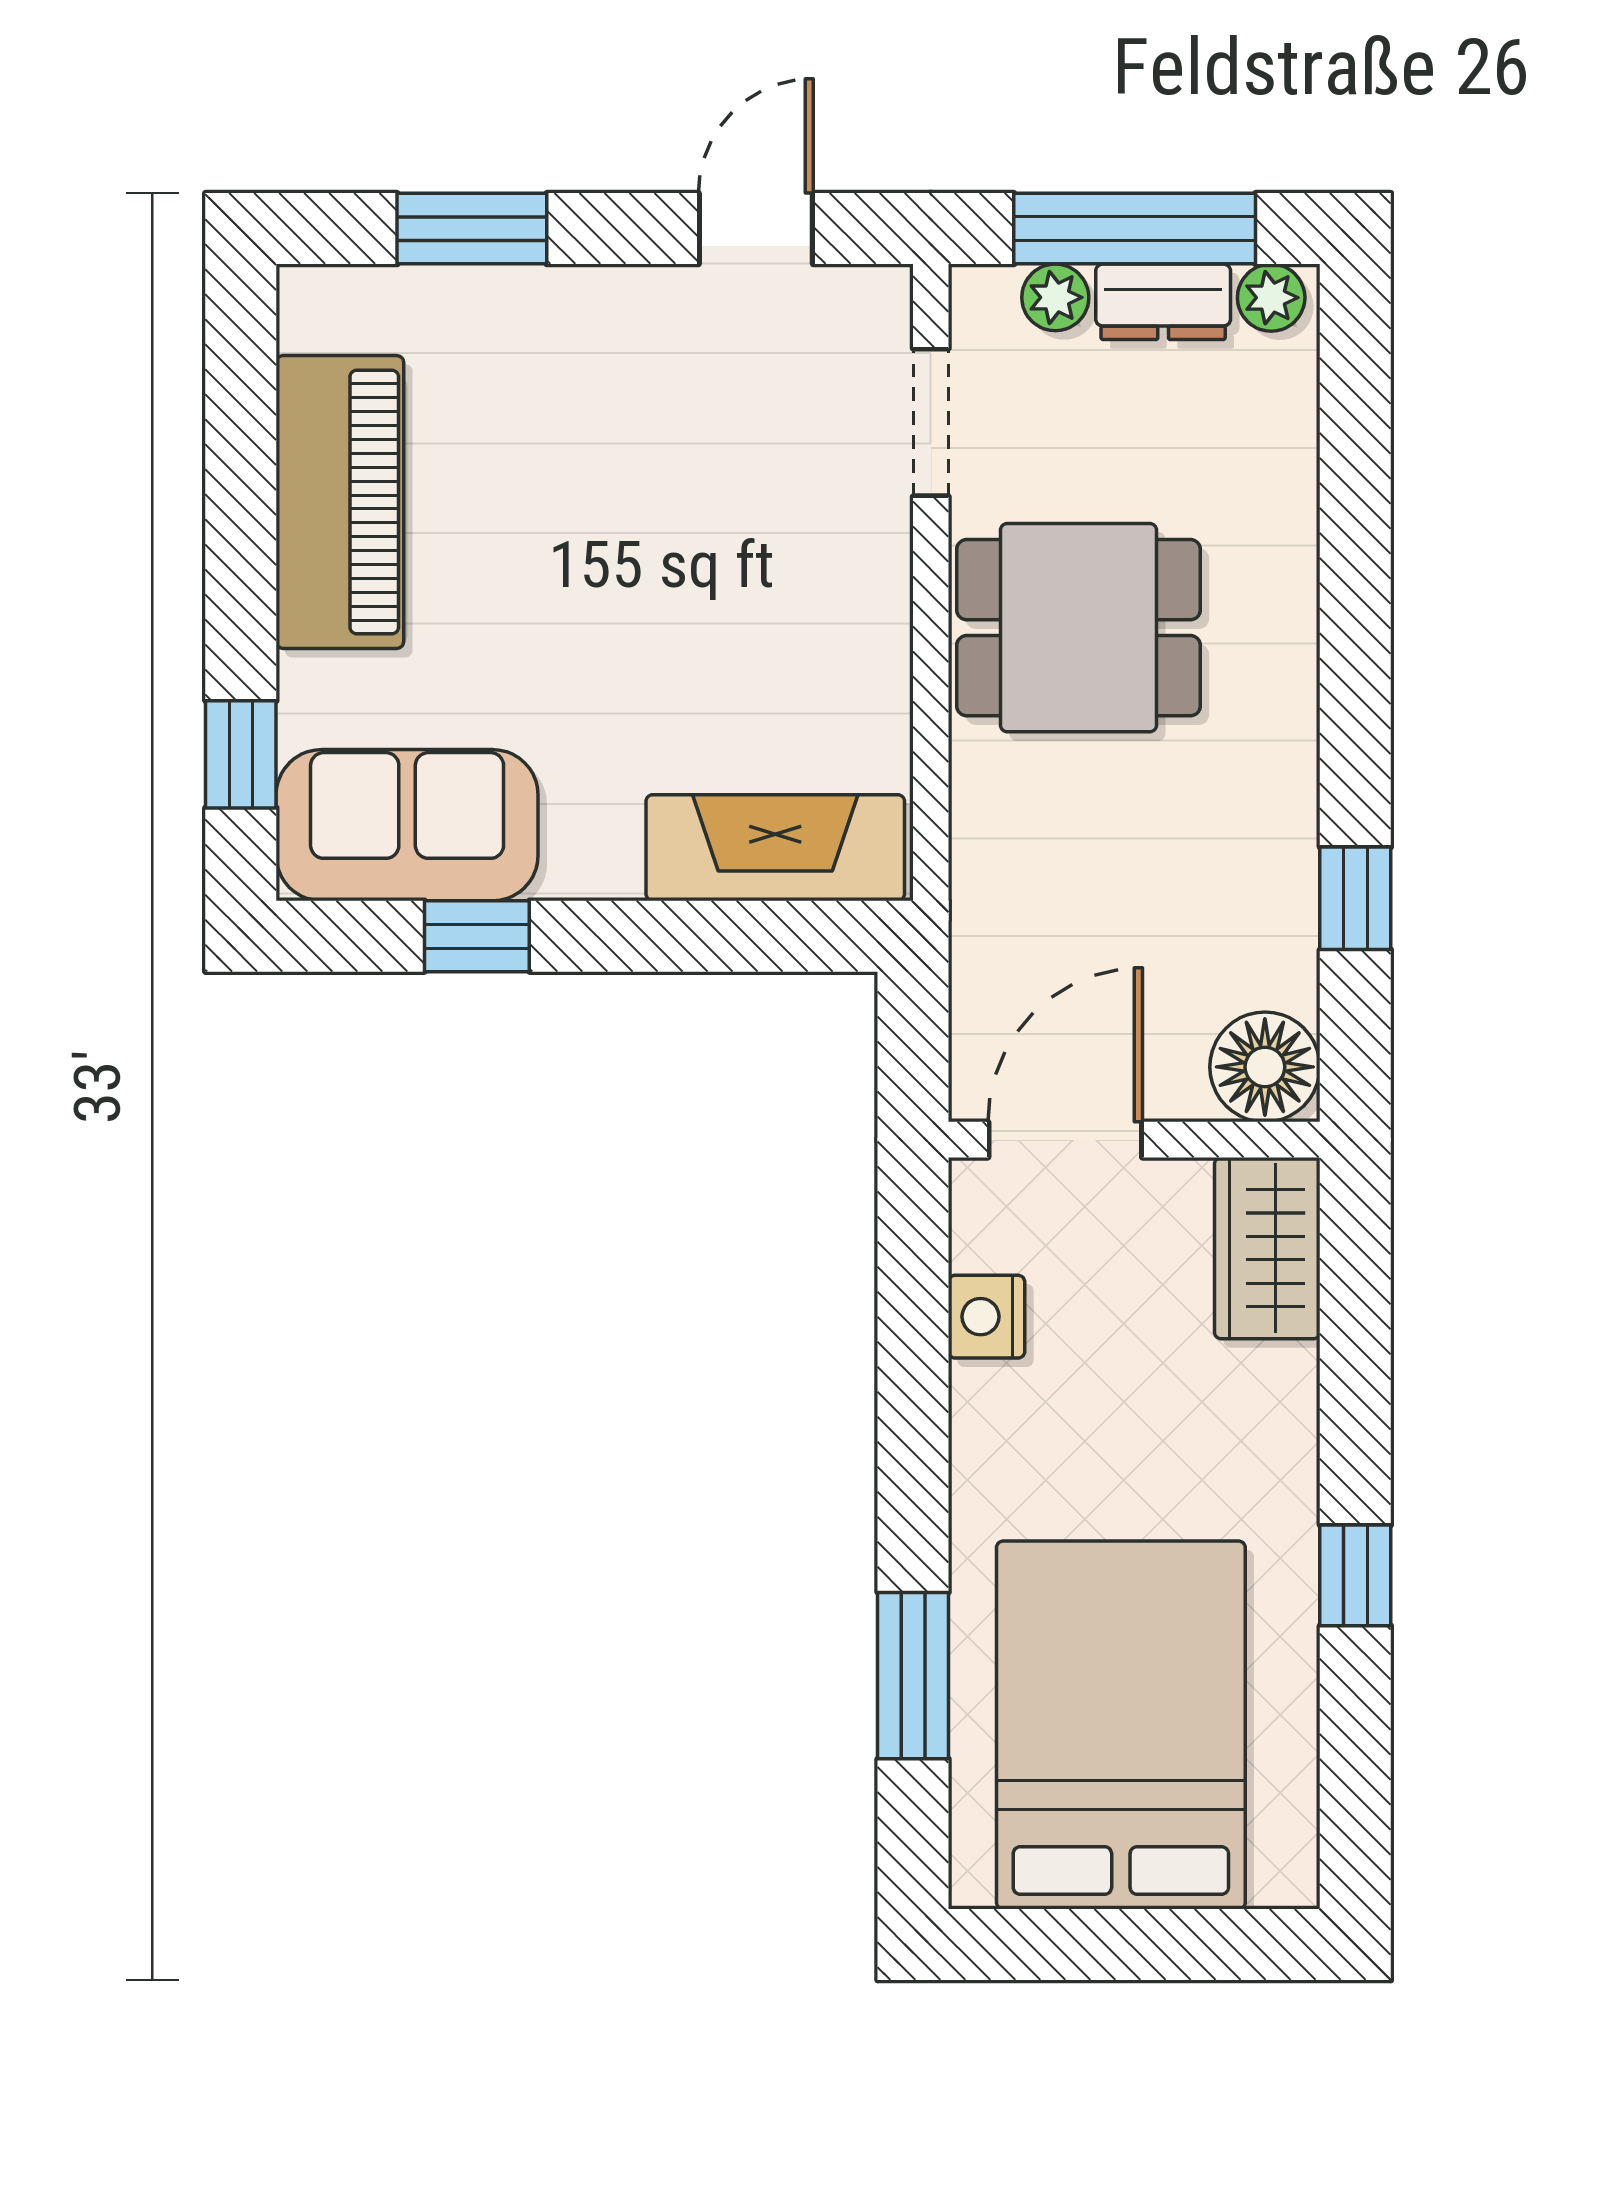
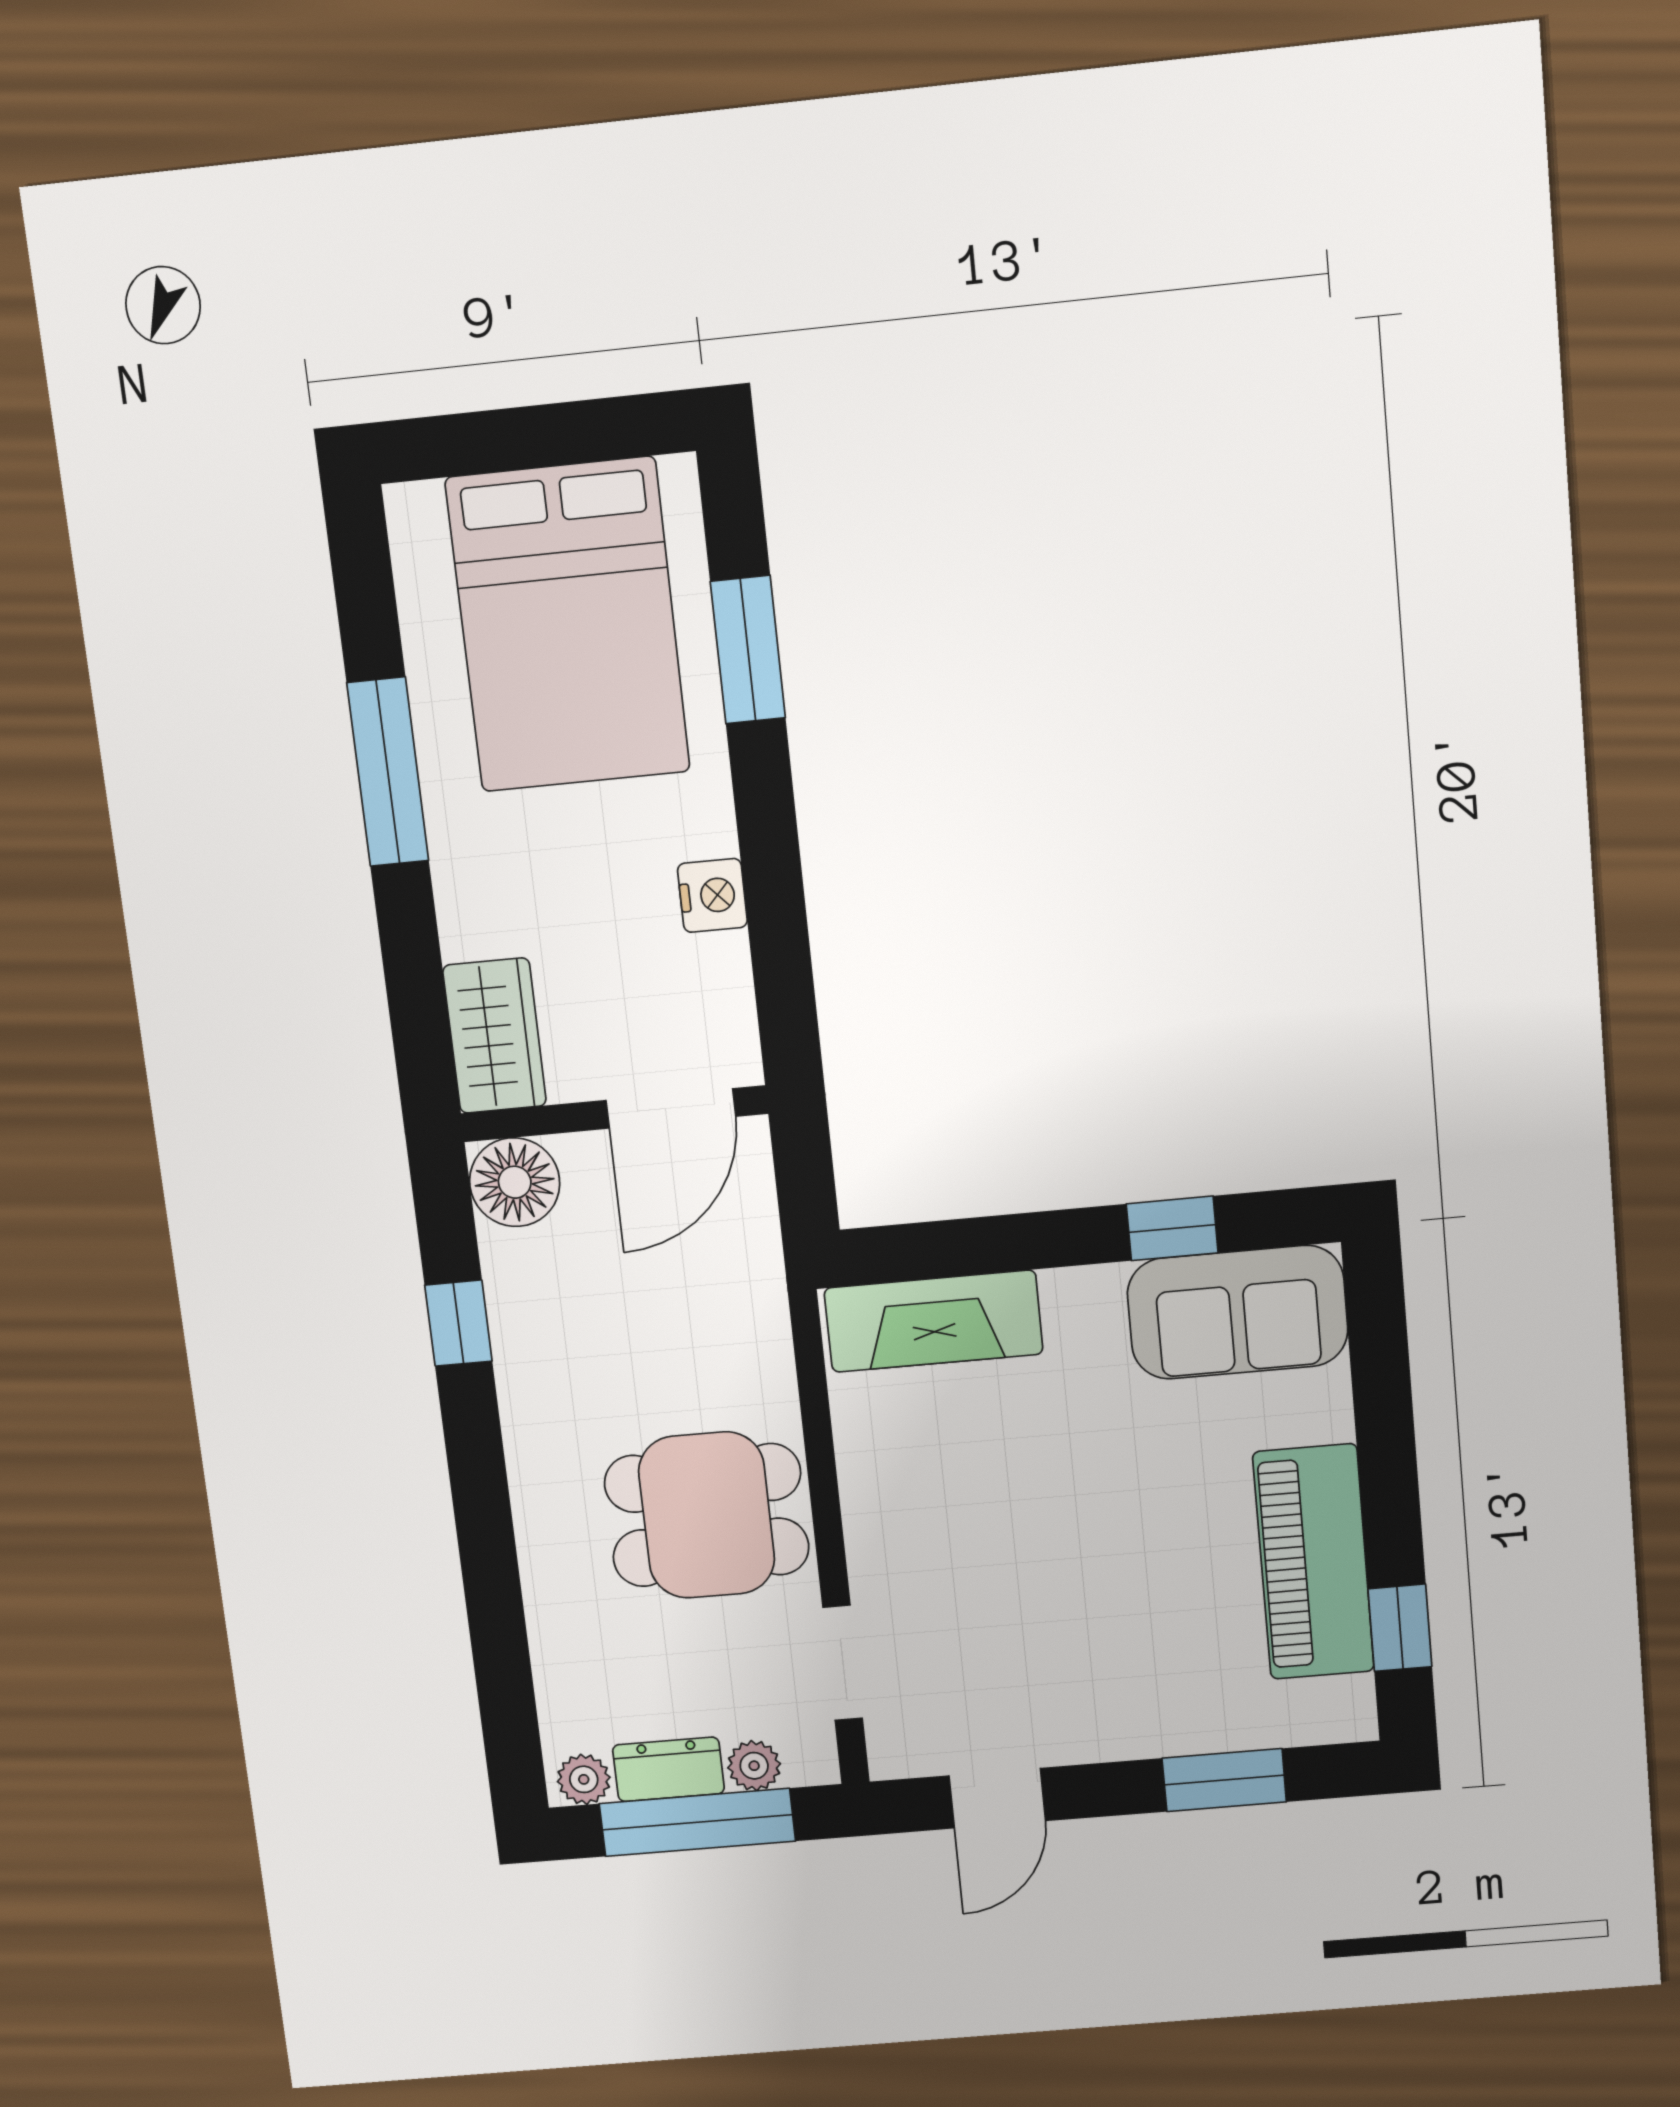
window: (241, 754) -> (1400, 1628), moved
nightstand: (987, 1317) -> (712, 895), moved
window: (1355, 1575) -> (388, 772), width x2.17

